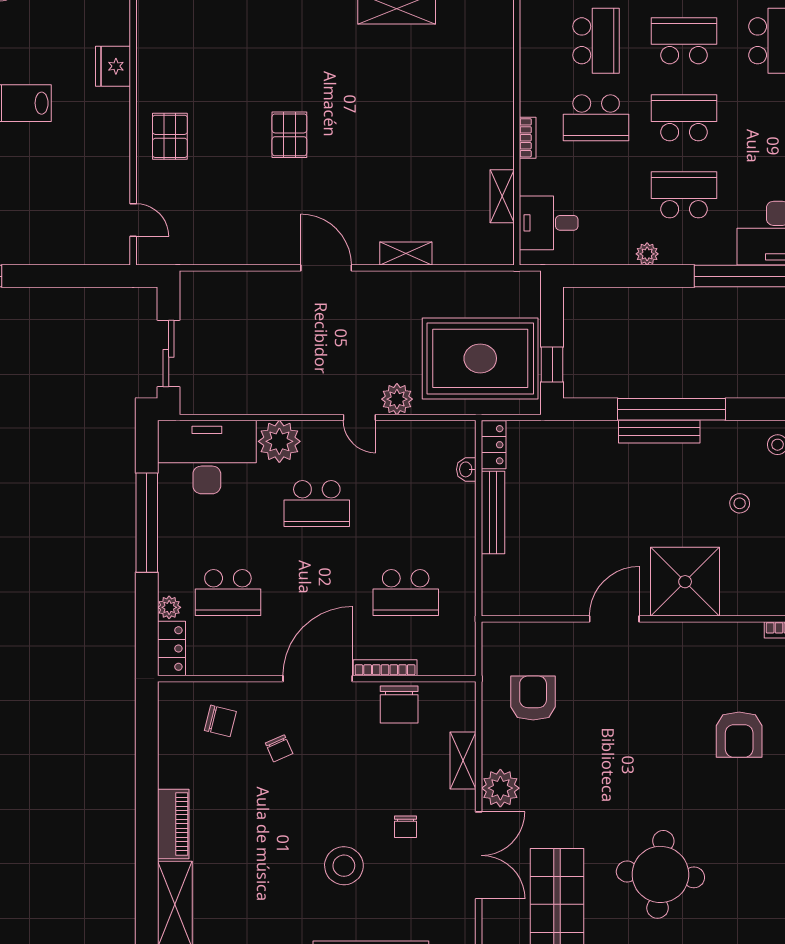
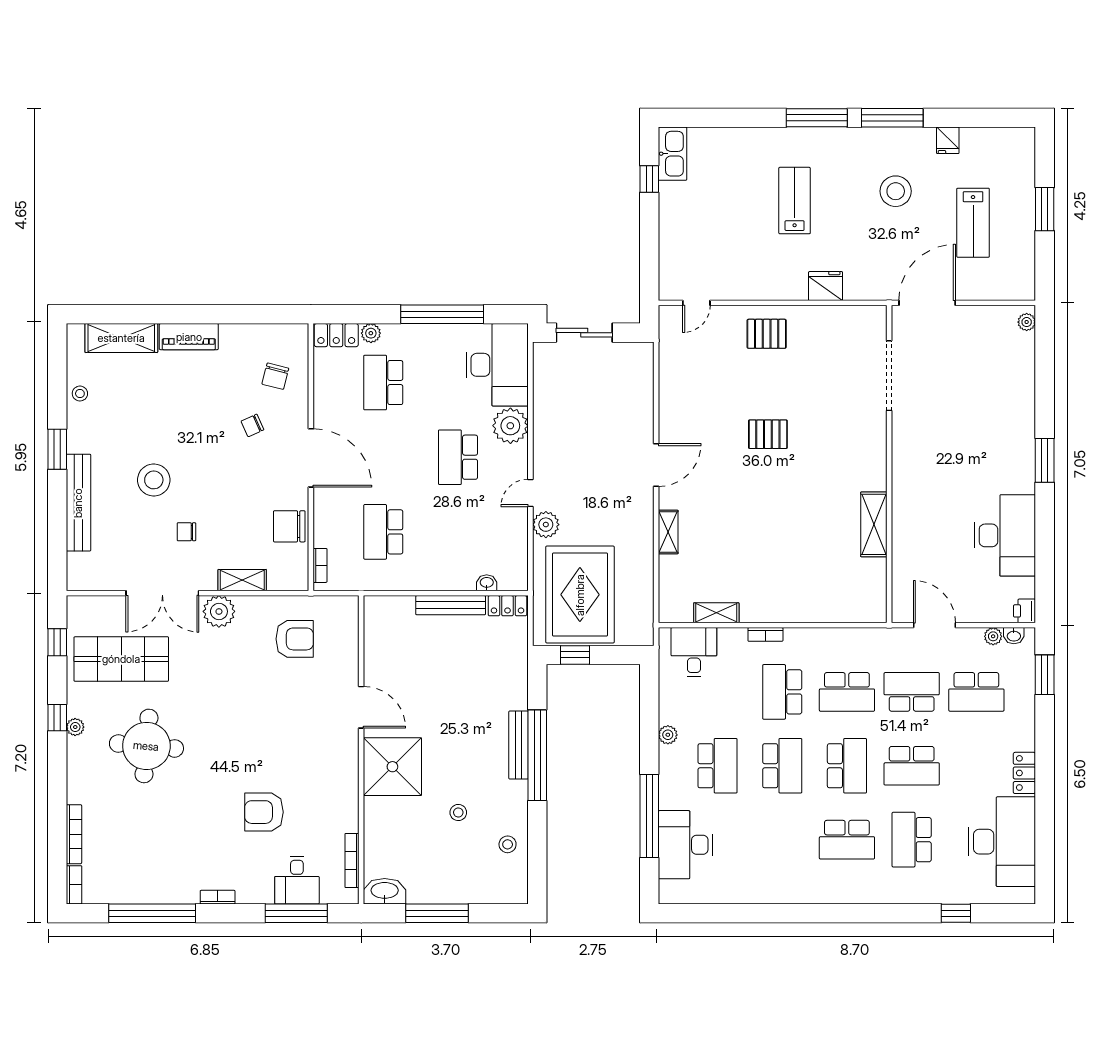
bookcase: (385, 668) -> (320, 565), moved, width x0.64

